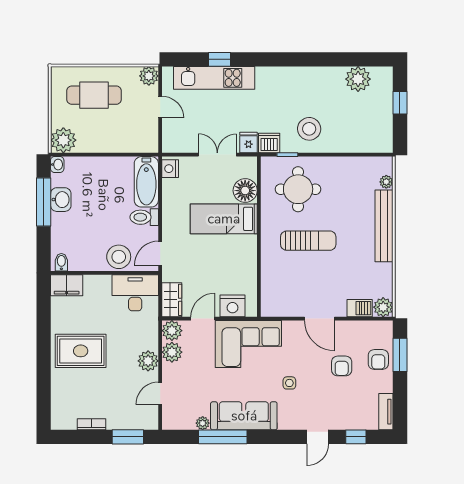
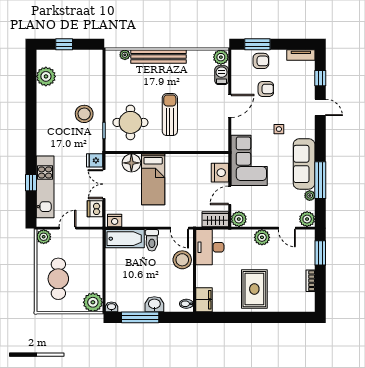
dishwasher: (269, 143) -> (95, 209), moved
washbasin: (61, 200) -> (154, 304), moved
door: (203, 319) -> (230, 195), hinge flipped
plant: (172, 352) -> (307, 219), moved

